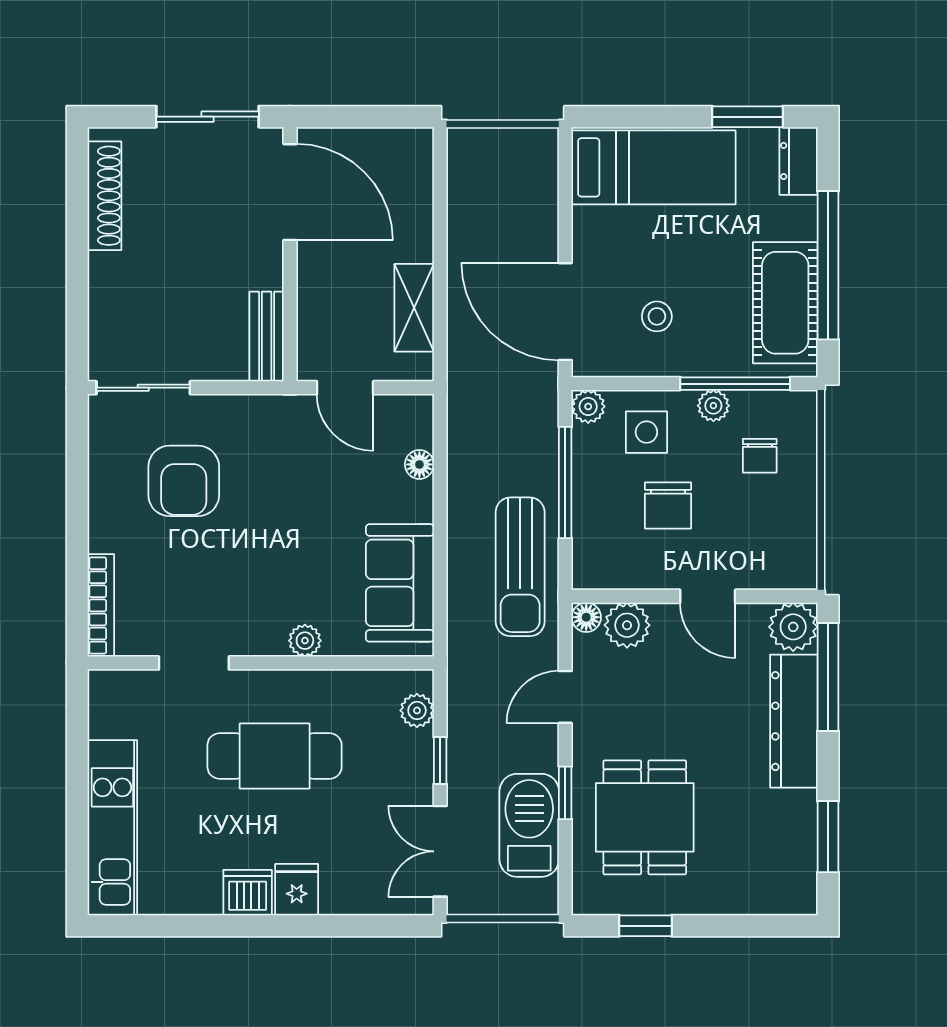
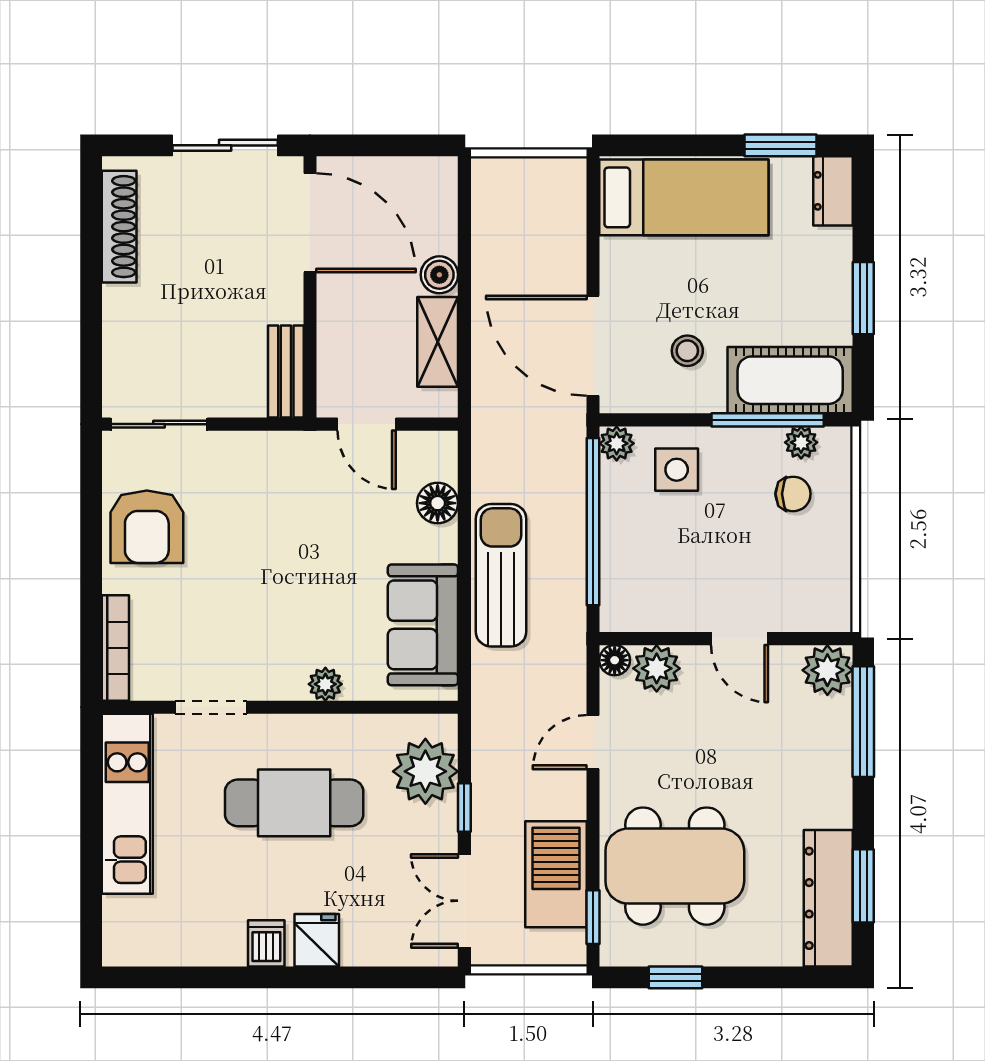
boiler: (416, 243) -> (439, 275), added
window: (828, 265) -> (863, 298), width x0.47
cot: (785, 303) -> (790, 380), moved, turned 90
plant: (713, 406) -> (801, 442), moved
chair: (760, 456) -> (793, 494), turned -90
floor lamp: (419, 464) -> (438, 503), width x1.37, depth x1.37
armchair: (184, 481) -> (147, 527), moved
window: (565, 482) -> (593, 522), width x1.46
chair: (668, 506) -> (699, 545), removed
sun lounger: (520, 567) -> (501, 575), moved, turned 180
plant: (417, 710) -> (425, 771), width x1.87, depth x1.87
dresser: (794, 721) -> (828, 898), moved
window: (565, 793) -> (593, 917), moved
dining table: (645, 817) -> (675, 866), width x1.38
kitchen unit: (112, 828) -> (127, 804), moved
dishwasher: (248, 893) -> (266, 943), width x0.73

